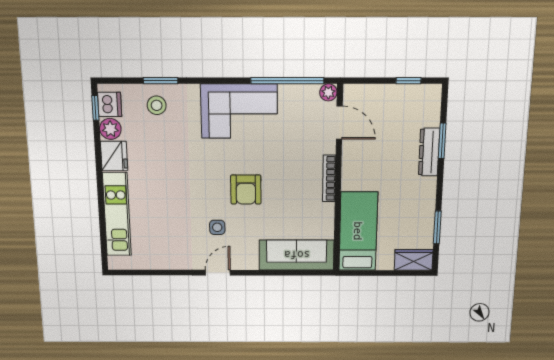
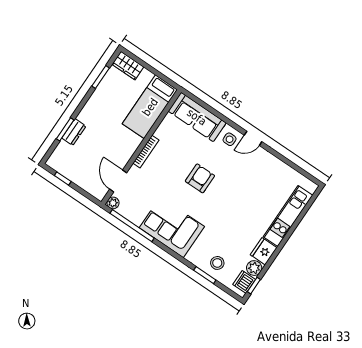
dresser: (429, 152) -> (74, 132), width x0.70
side table: (217, 227) -> (230, 139), moved

